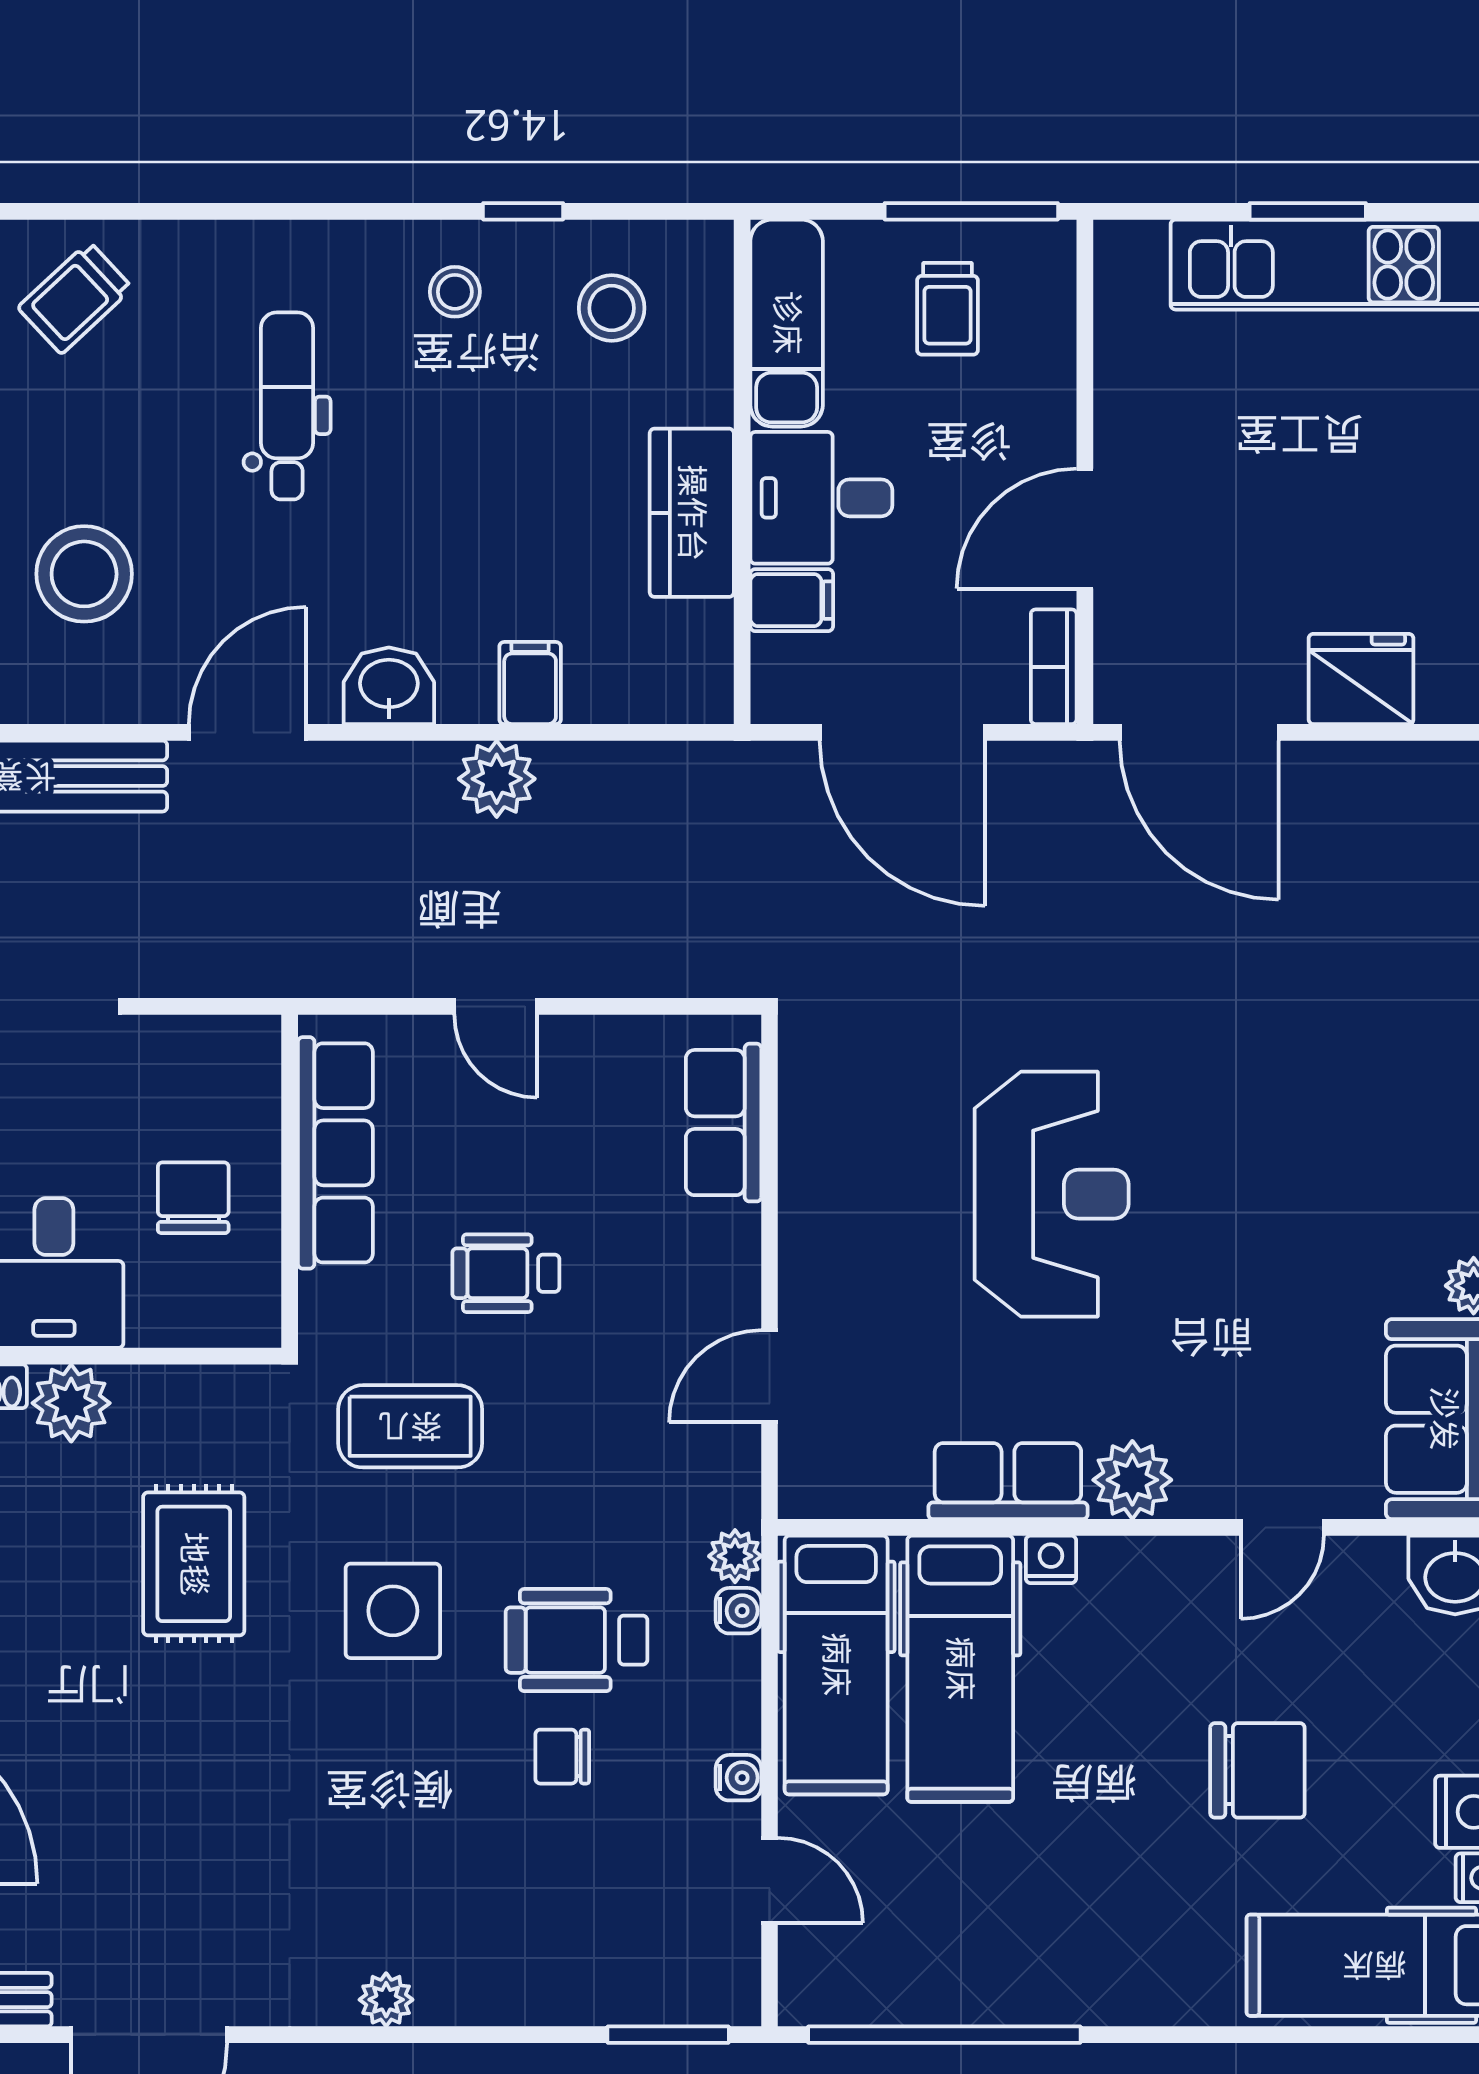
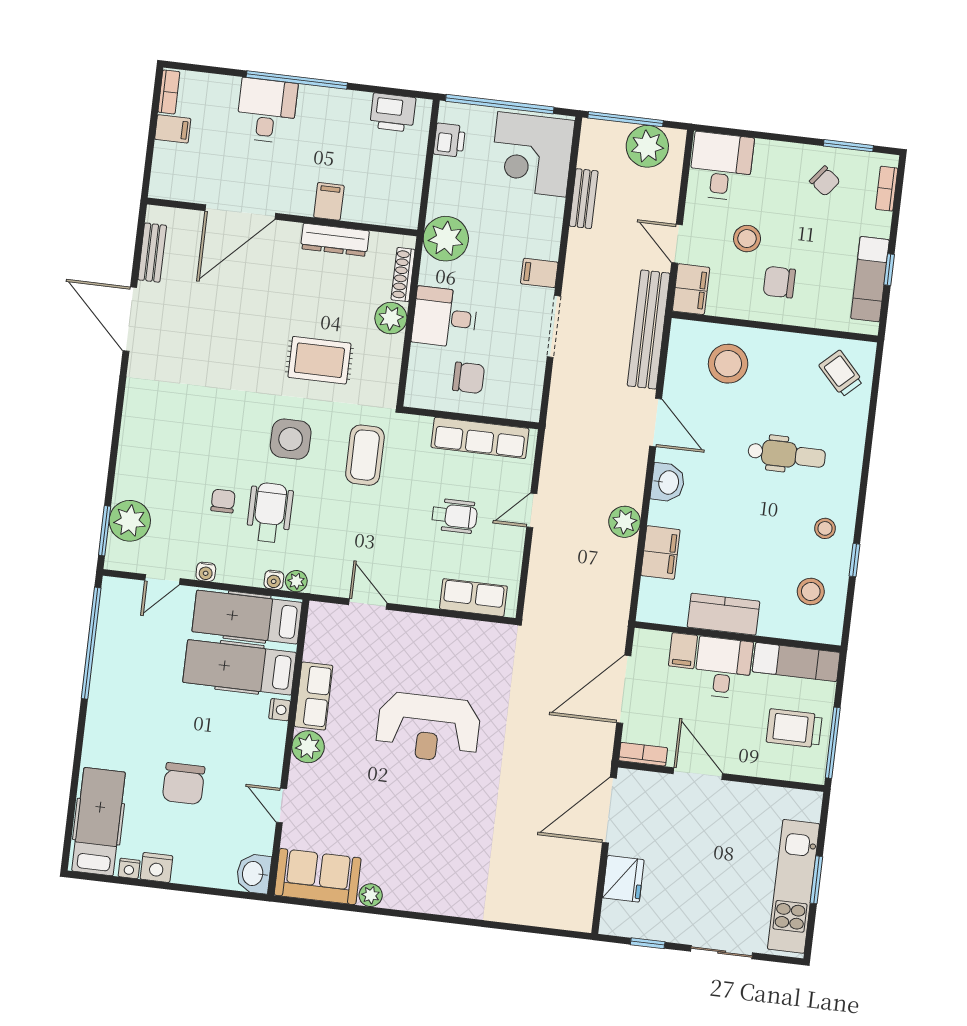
trolley: (948, 309) -> (794, 728), width x1.36, depth x1.39
filing cabinet: (530, 683) -> (660, 553), width x2.00
wheelchair: (506, 1273) -> (454, 516), moved, turned 90
plant: (386, 2000) -> (130, 521), moved, width x1.88, depth x1.88

